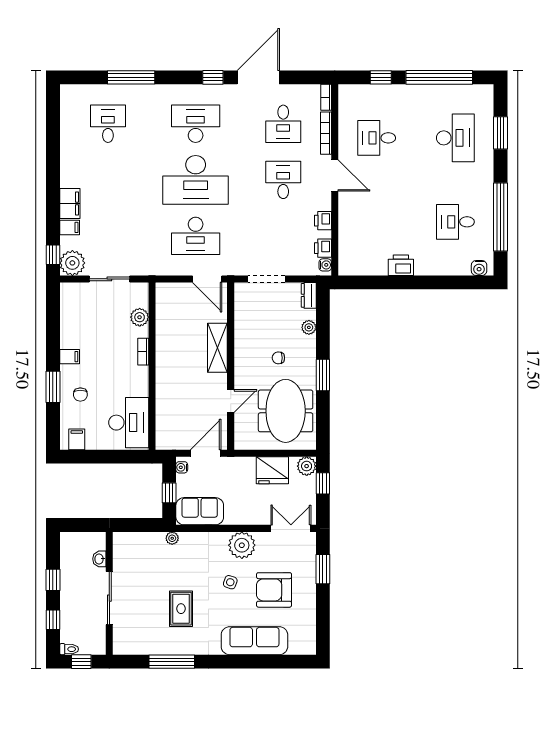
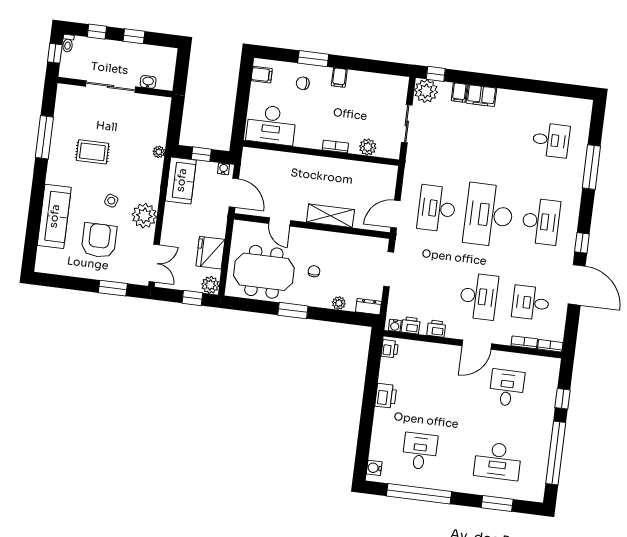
bookcase: (326, 133) -> (524, 342), width x0.64
desk: (283, 180) -> (479, 296), width x1.37
printer: (351, 267) -> (390, 349), added

